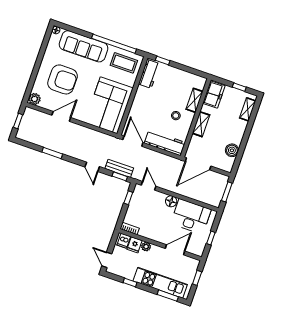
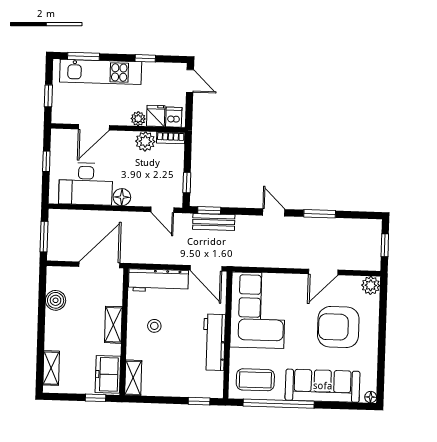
workbench: (149, 74) -> (214, 342), moved, width x1.38
window: (239, 87) -> (95, 398), moved
shelving: (194, 100) -> (133, 378), moved
door: (92, 167) -> (274, 212), moved
plant: (146, 231) -> (145, 141), added

